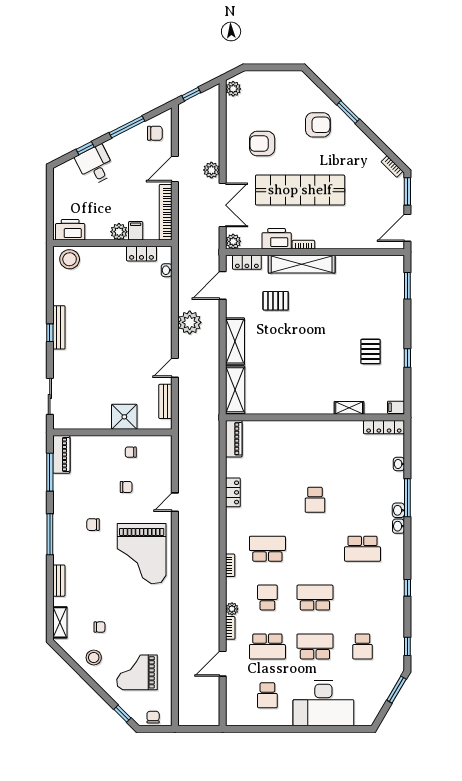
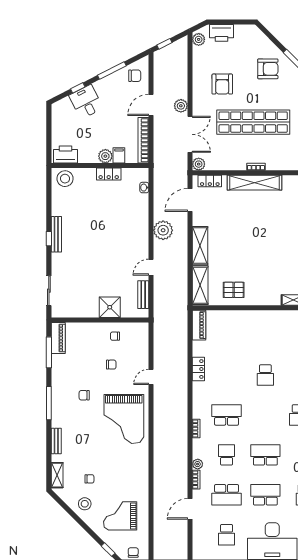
armchair: (262, 144) -> (222, 84), turned -90
printer: (277, 239) -> (221, 33), moved, turned 180
locker: (141, 254) -> (109, 174), moved
pallet: (276, 301) -> (234, 290), moved

